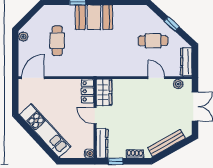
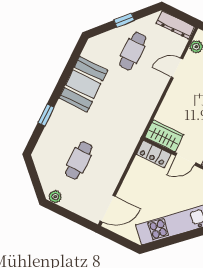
booth: (94, 17) -> (83, 84), moved
cafe table: (57, 41) -> (79, 160), turned 90
door: (33, 78) -> (108, 209), swing flipped

